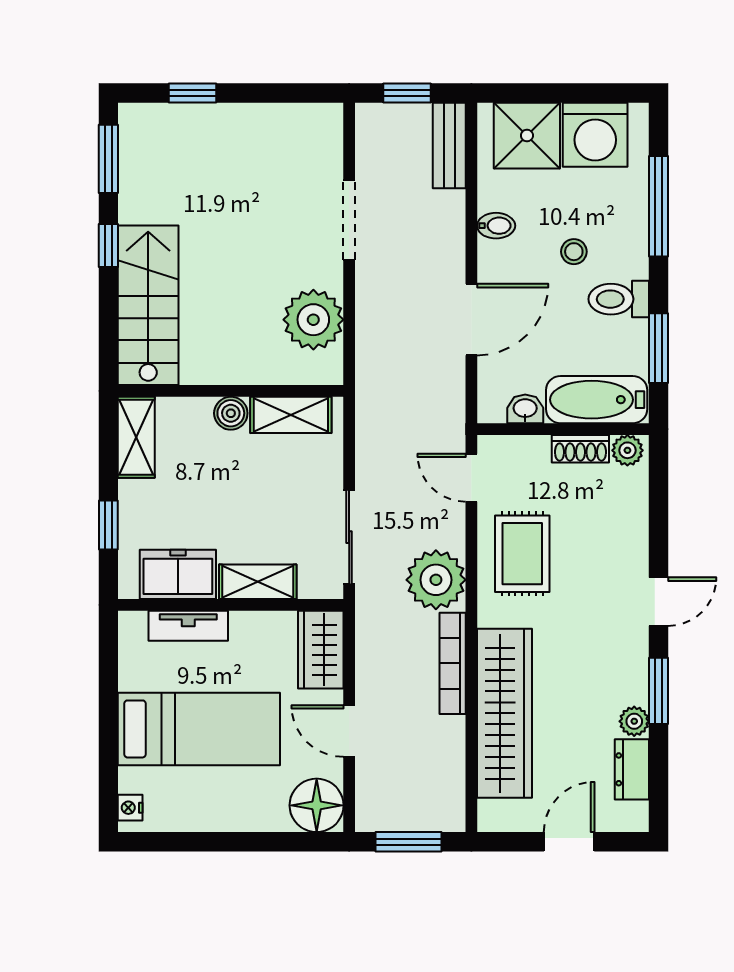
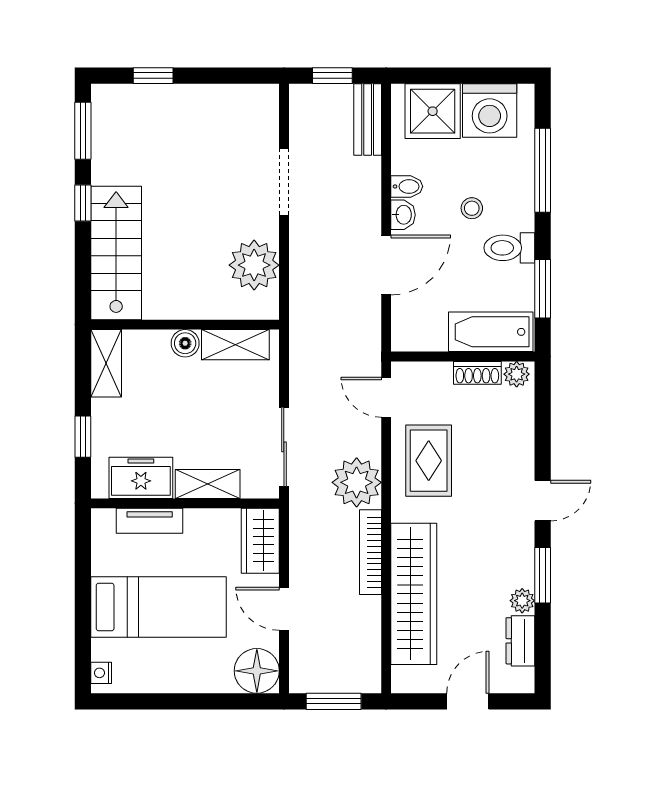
washbasin: (525, 409) -> (403, 215), moved, turned 90

